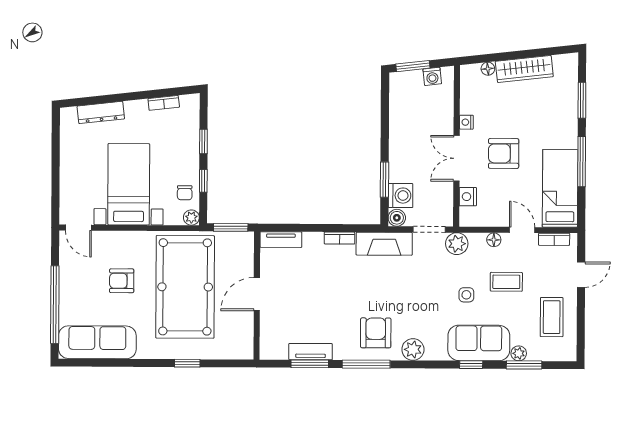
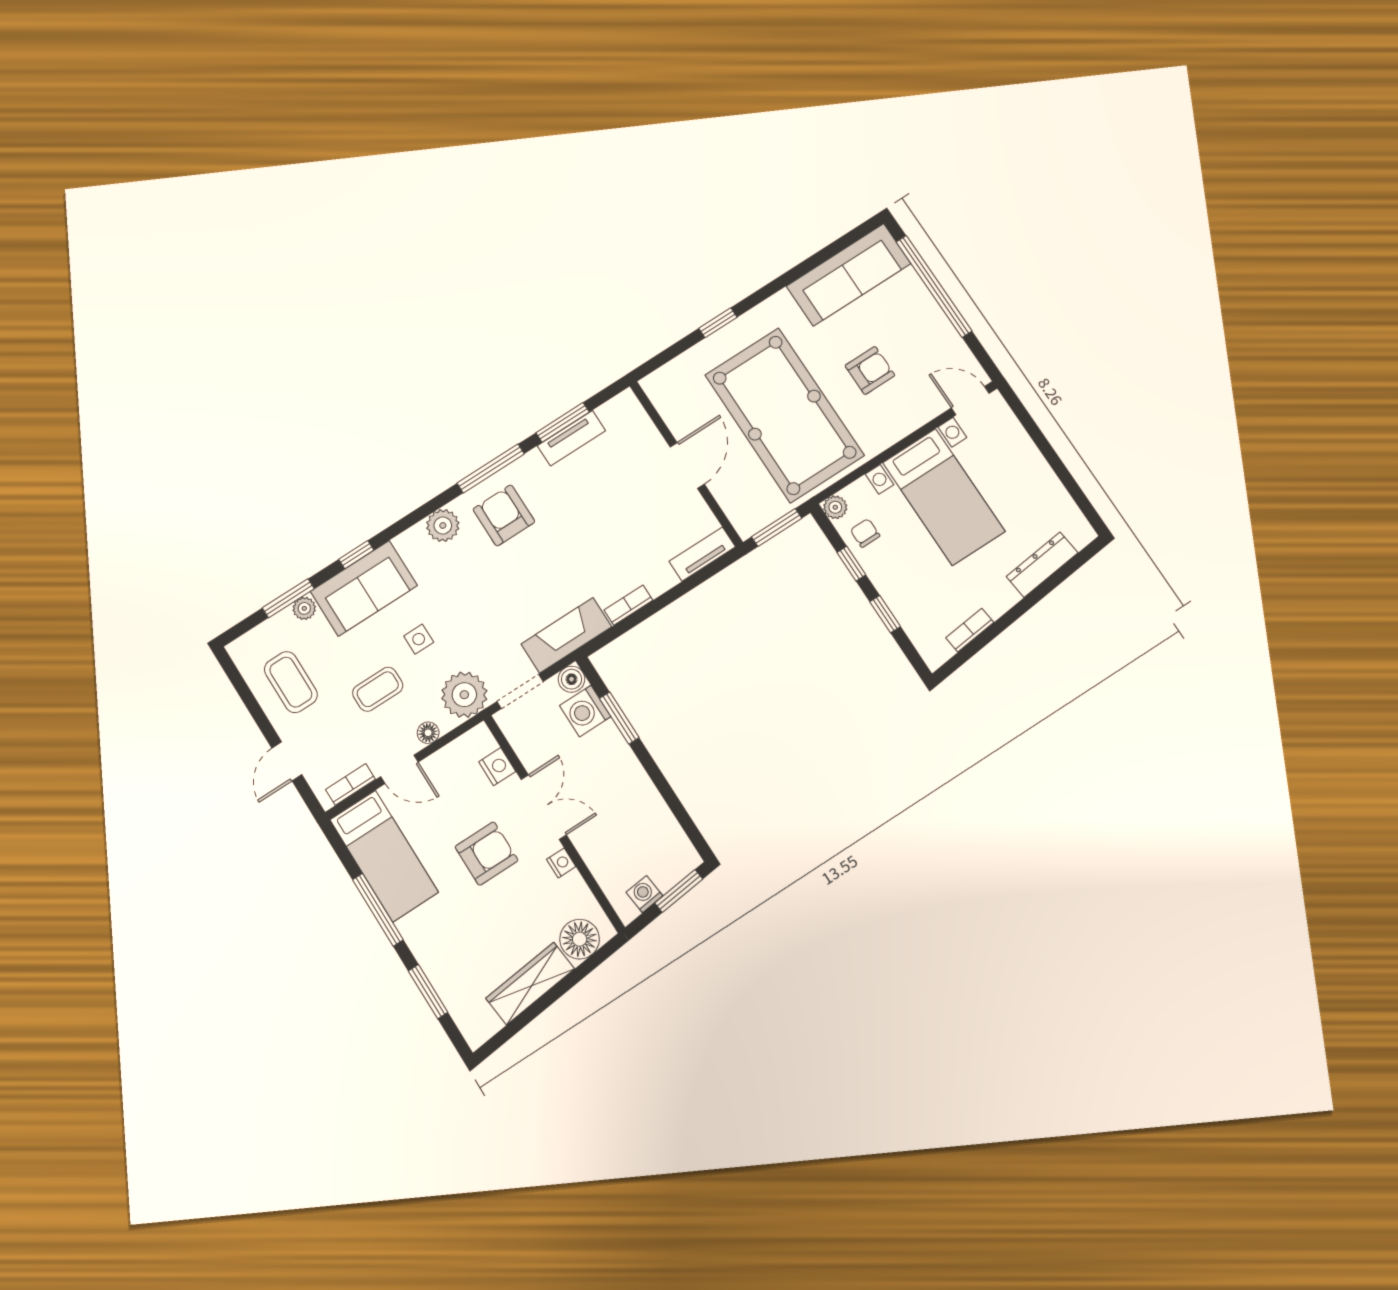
floor lamp: (488, 69) -> (580, 939), width x1.89, depth x1.89
plant: (457, 244) -> (464, 695), width x1.36, depth x1.36
armchair: (376, 333) -> (504, 515), turned 180

